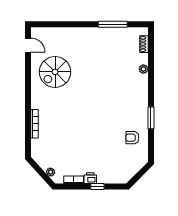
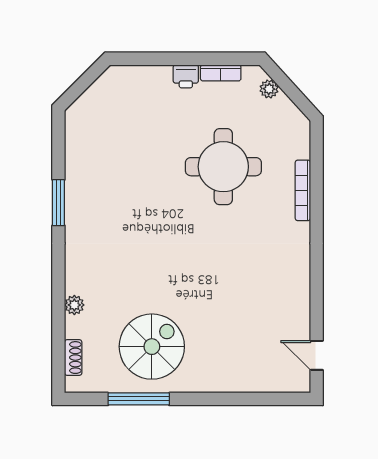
spiral stairs: (55, 72) -> (152, 347), moved
round table: (72, 135) -> (223, 167), added
armchair: (132, 138) -> (98, 161), removed
window: (97, 186) -> (171, 59), removed

